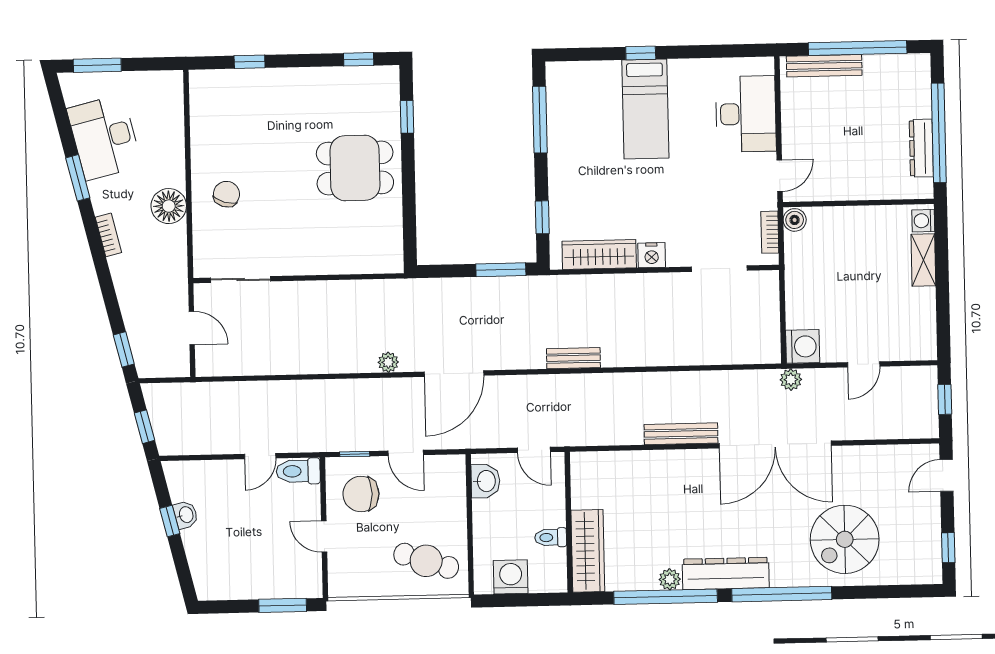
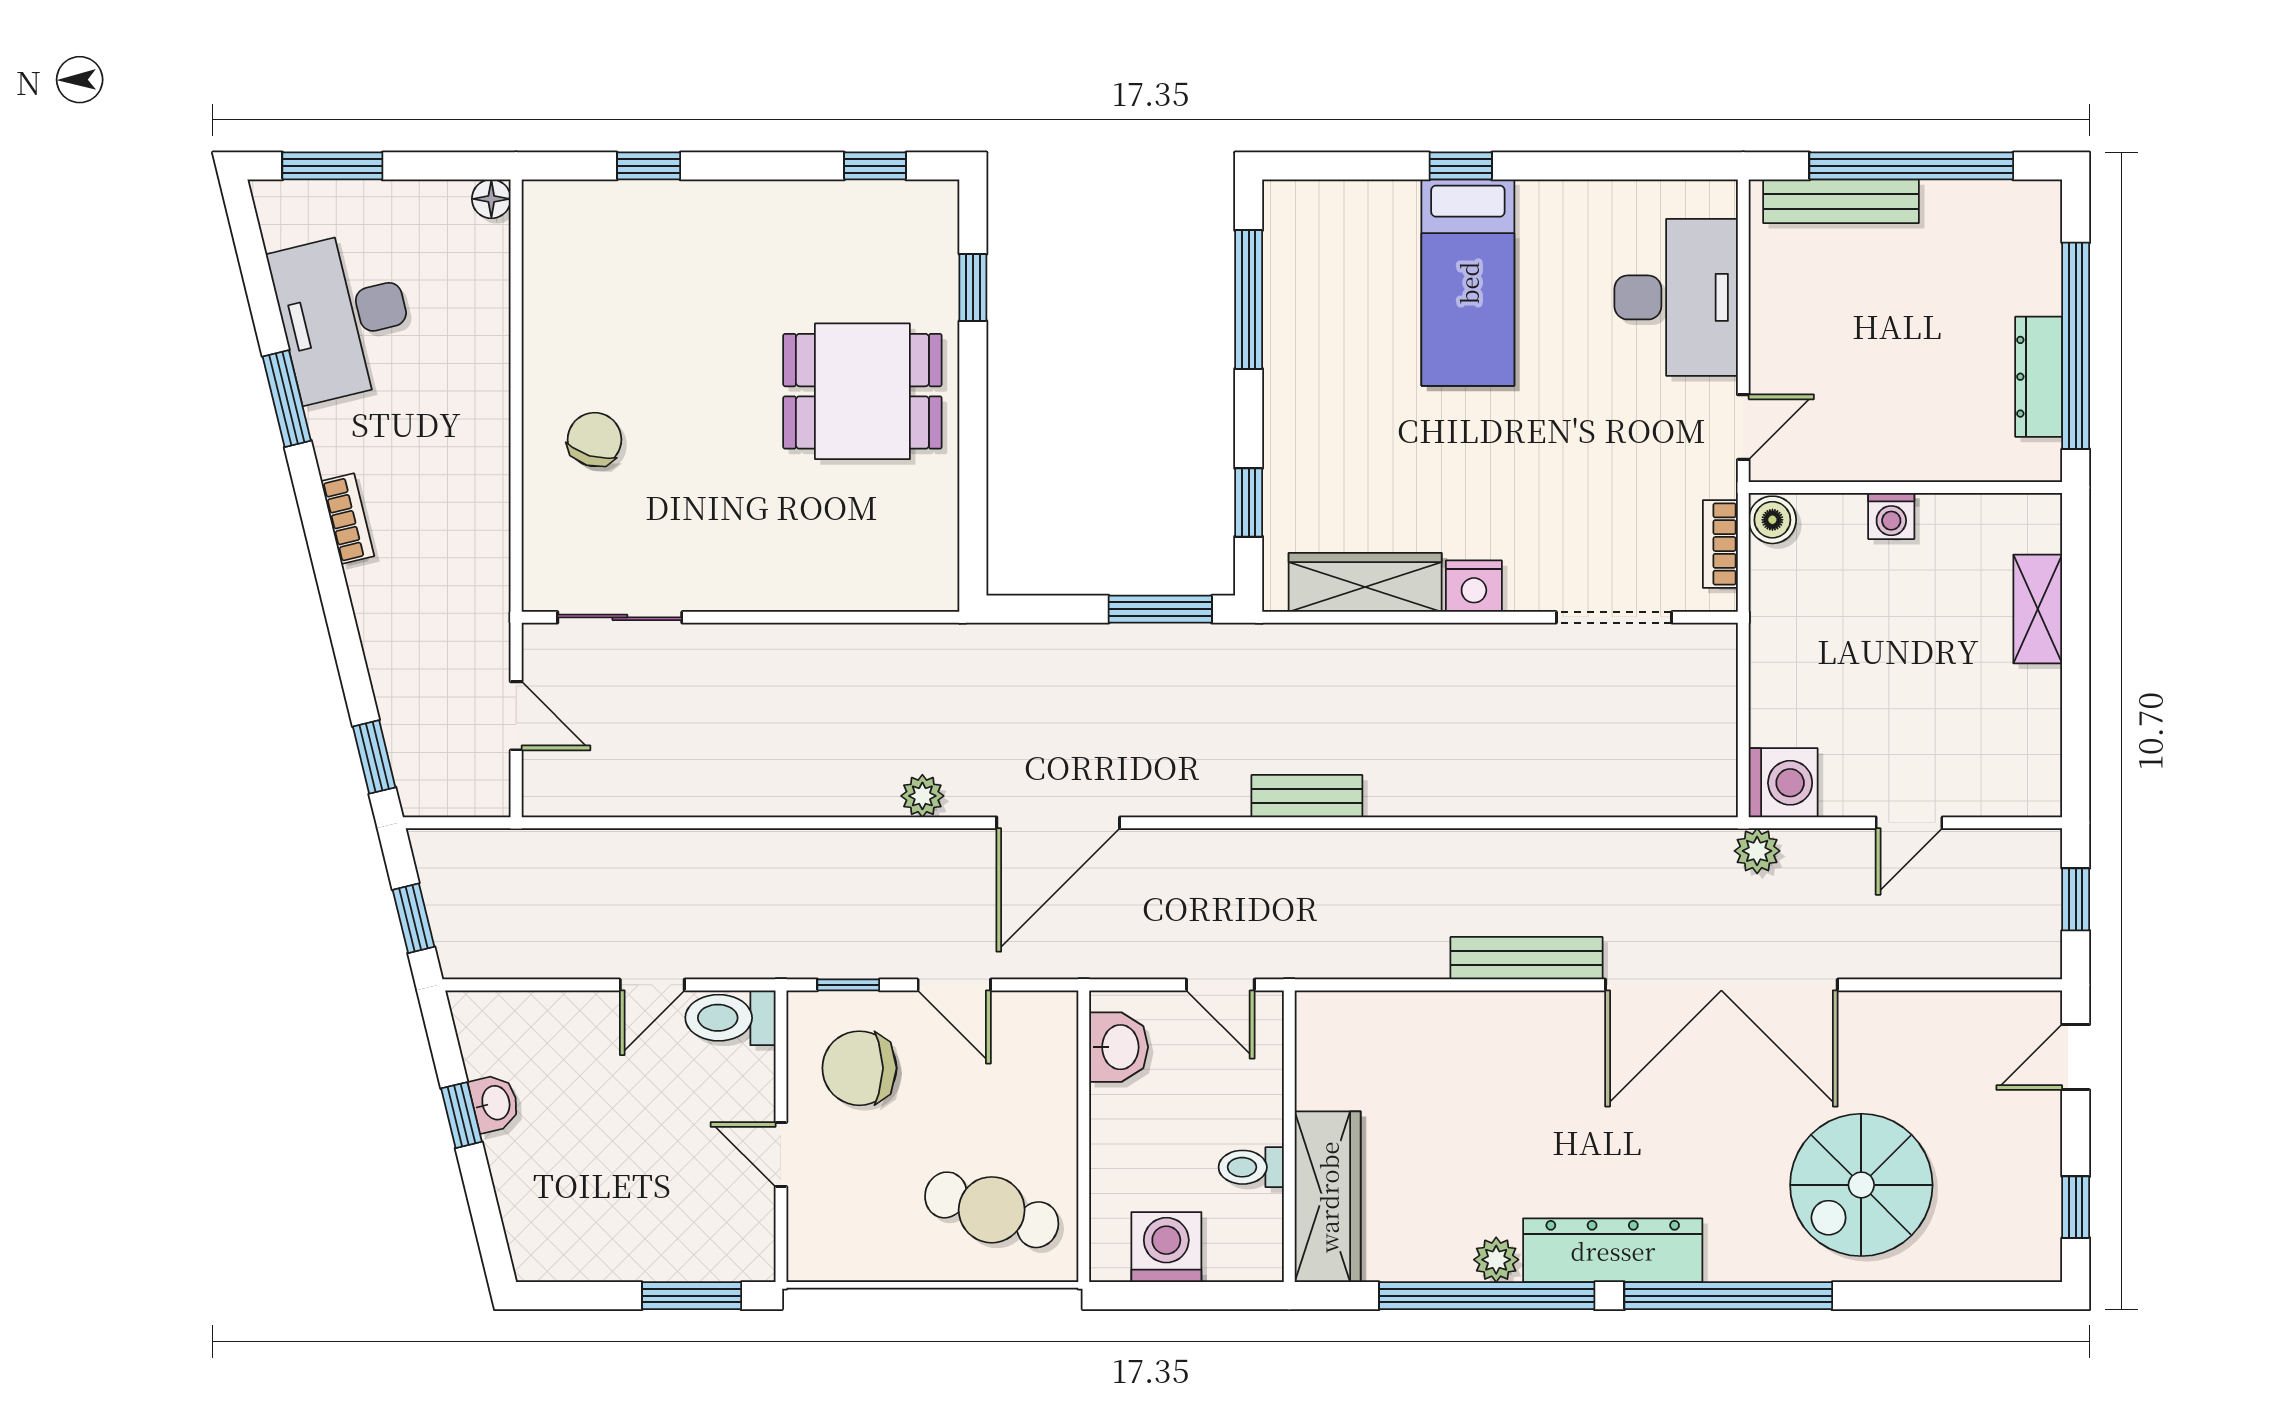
floor lamp: (169, 206) -> (491, 199), moved, width x0.53, depth x0.53
washing machine: (923, 221) -> (1891, 516), moved, turned -90

